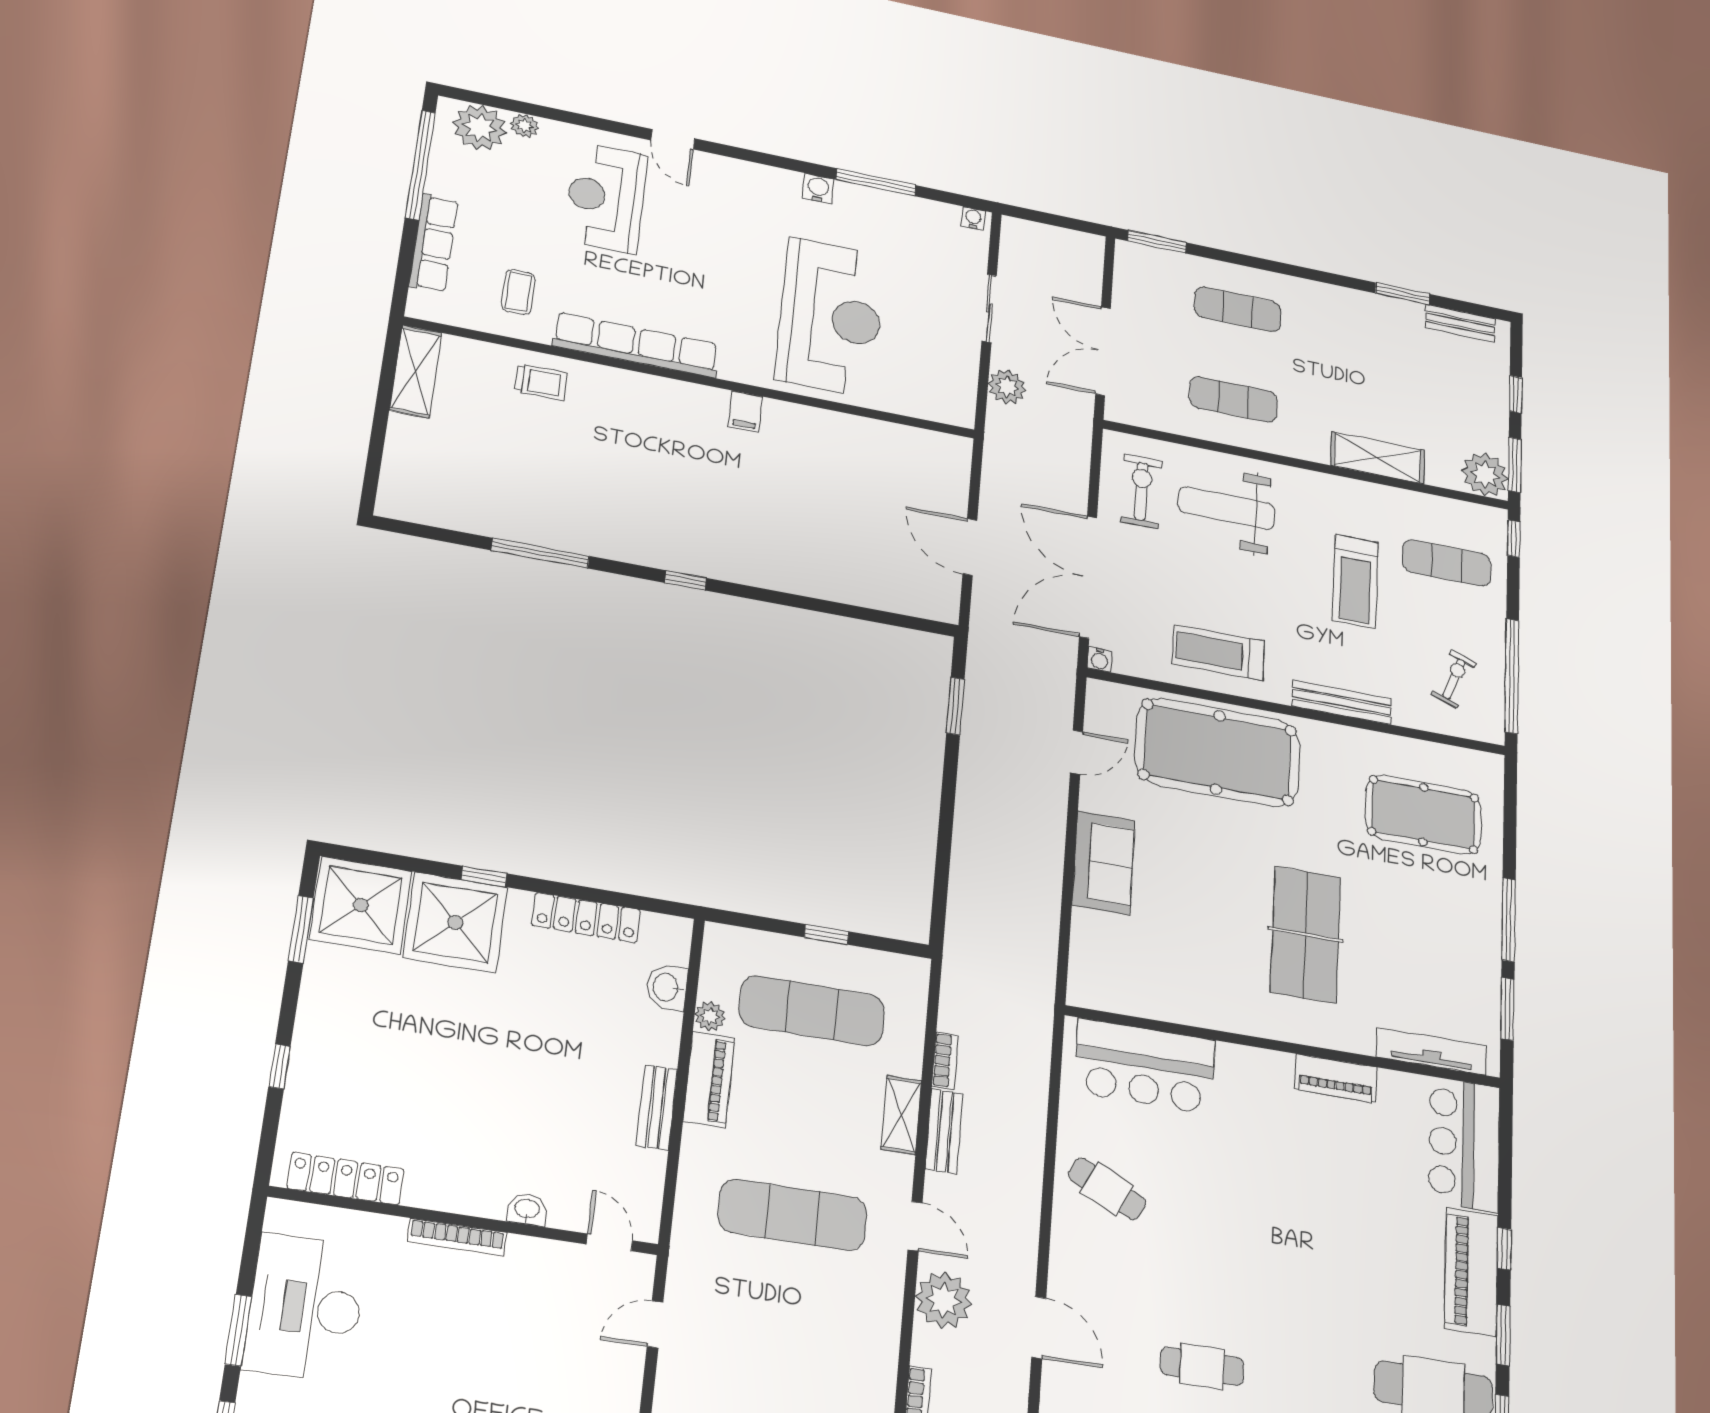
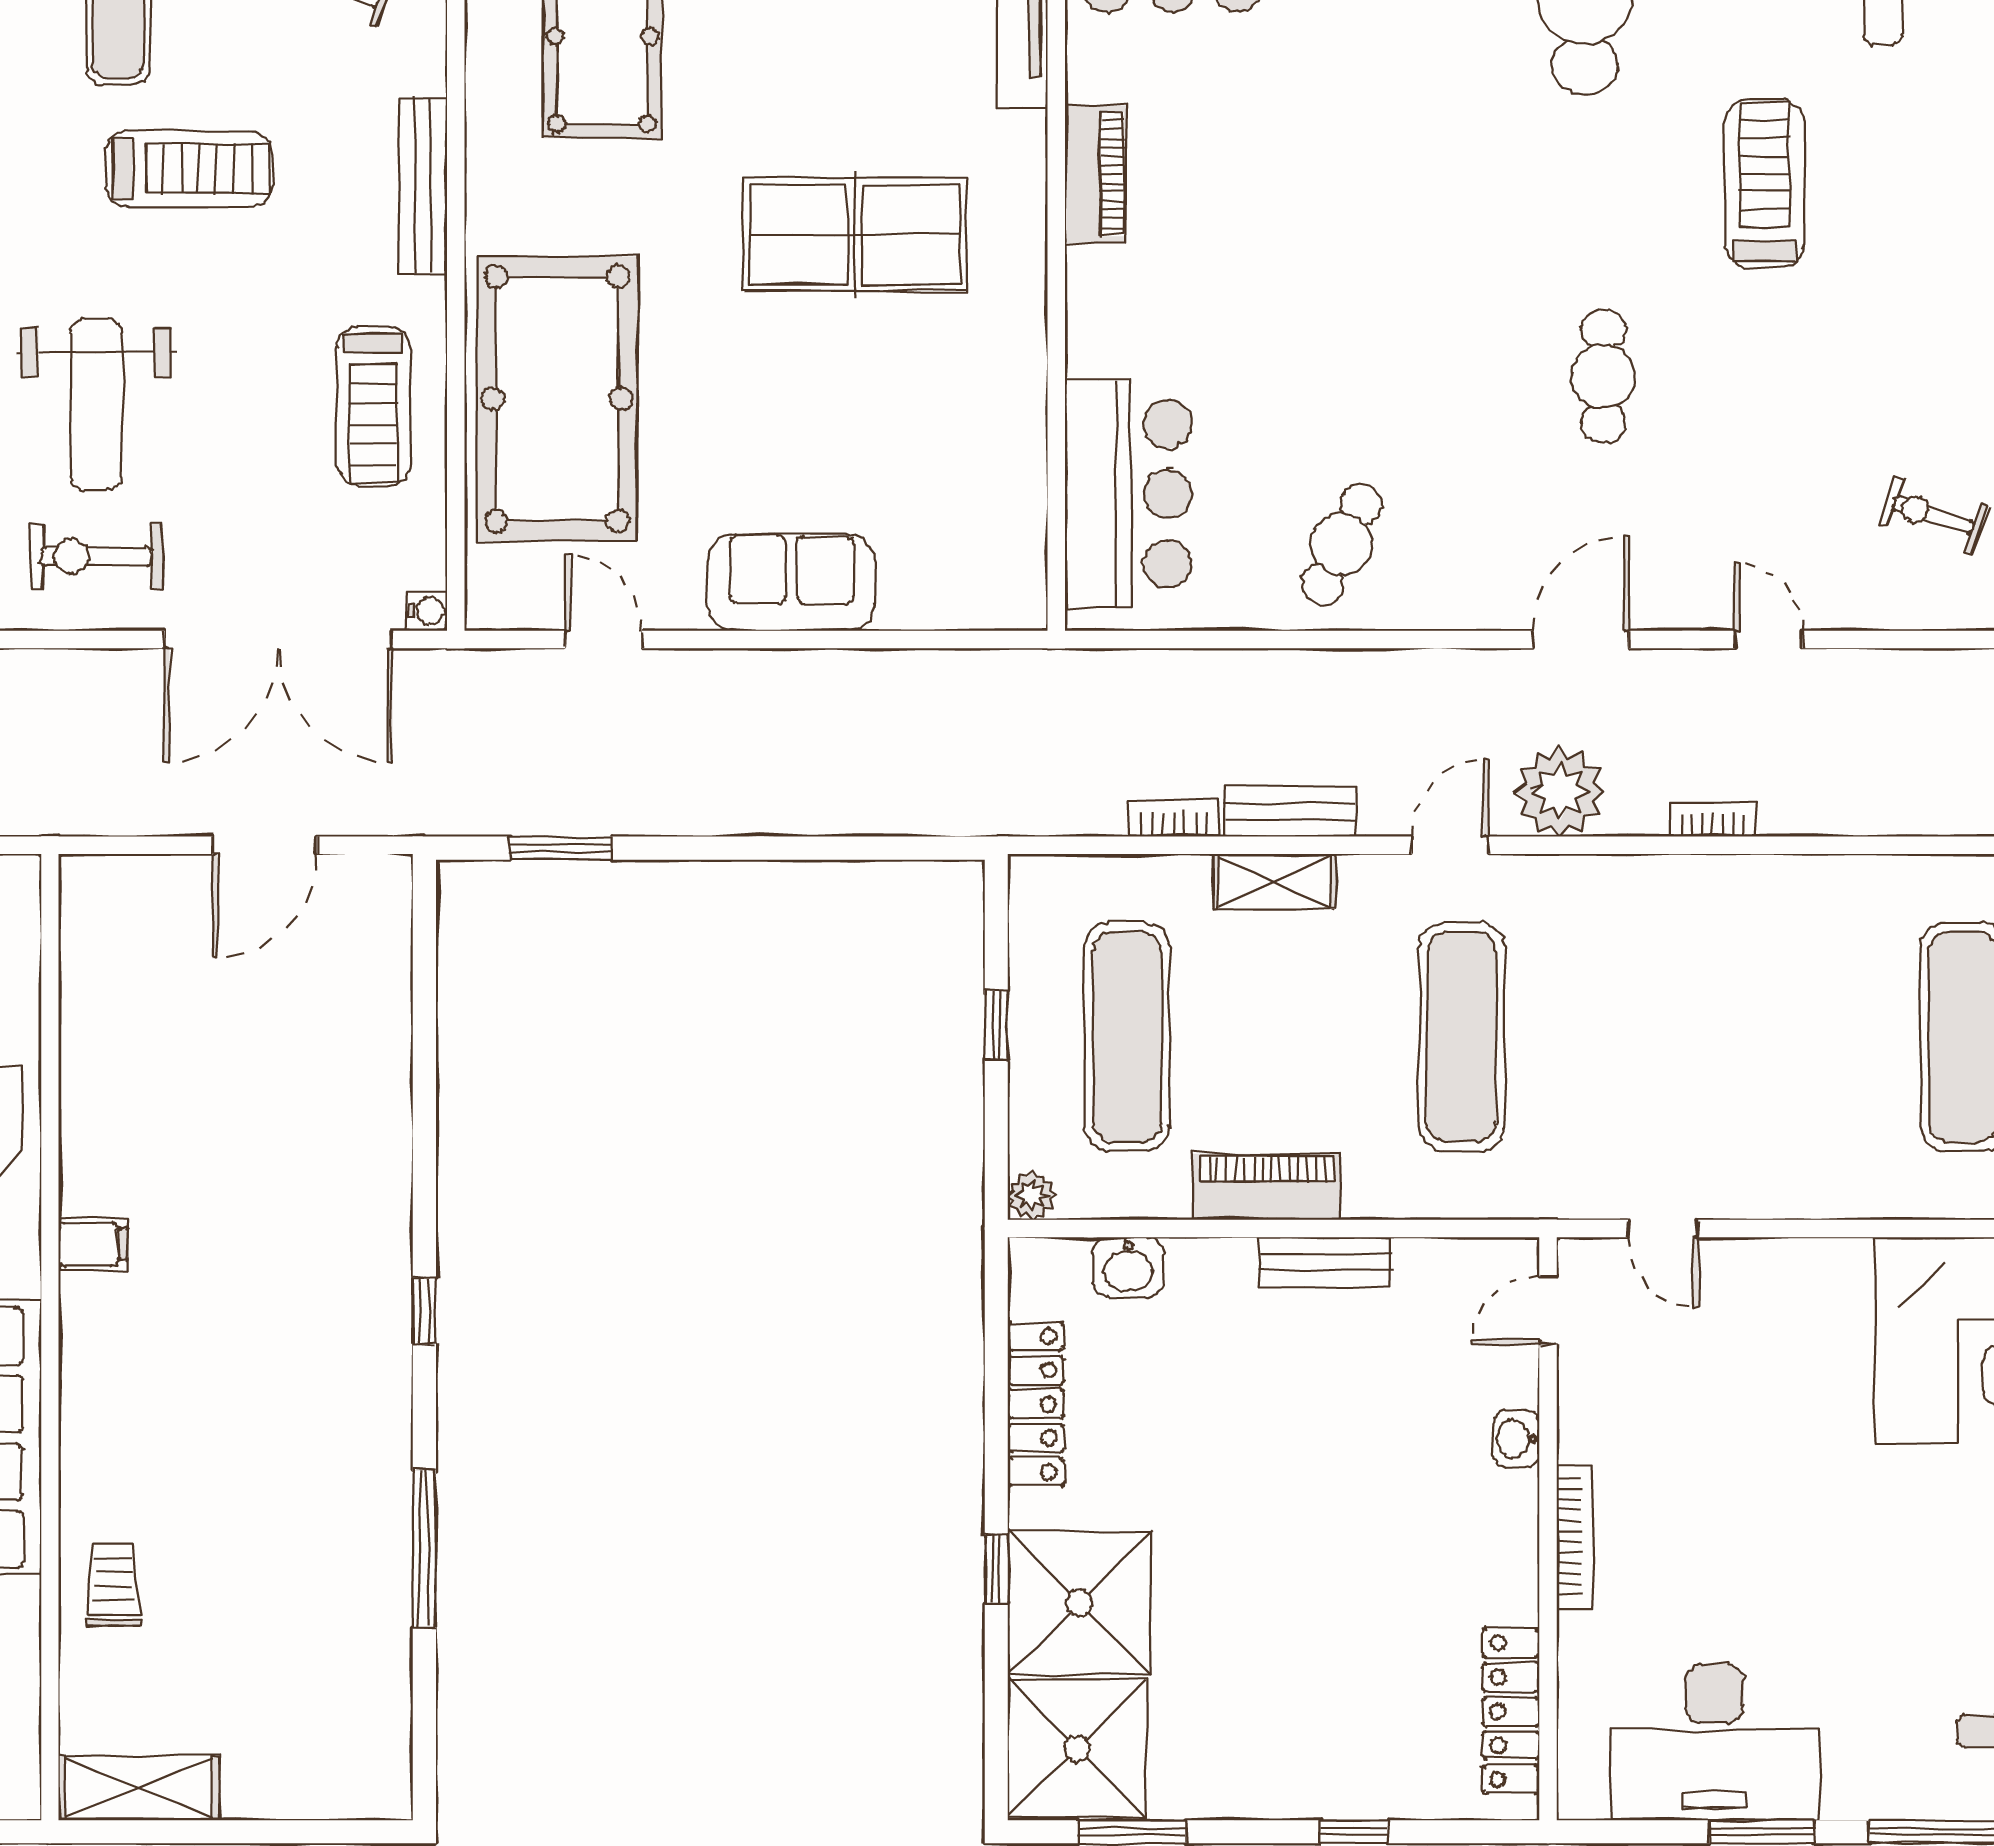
plant: (710, 1016) -> (1032, 1196), moved

